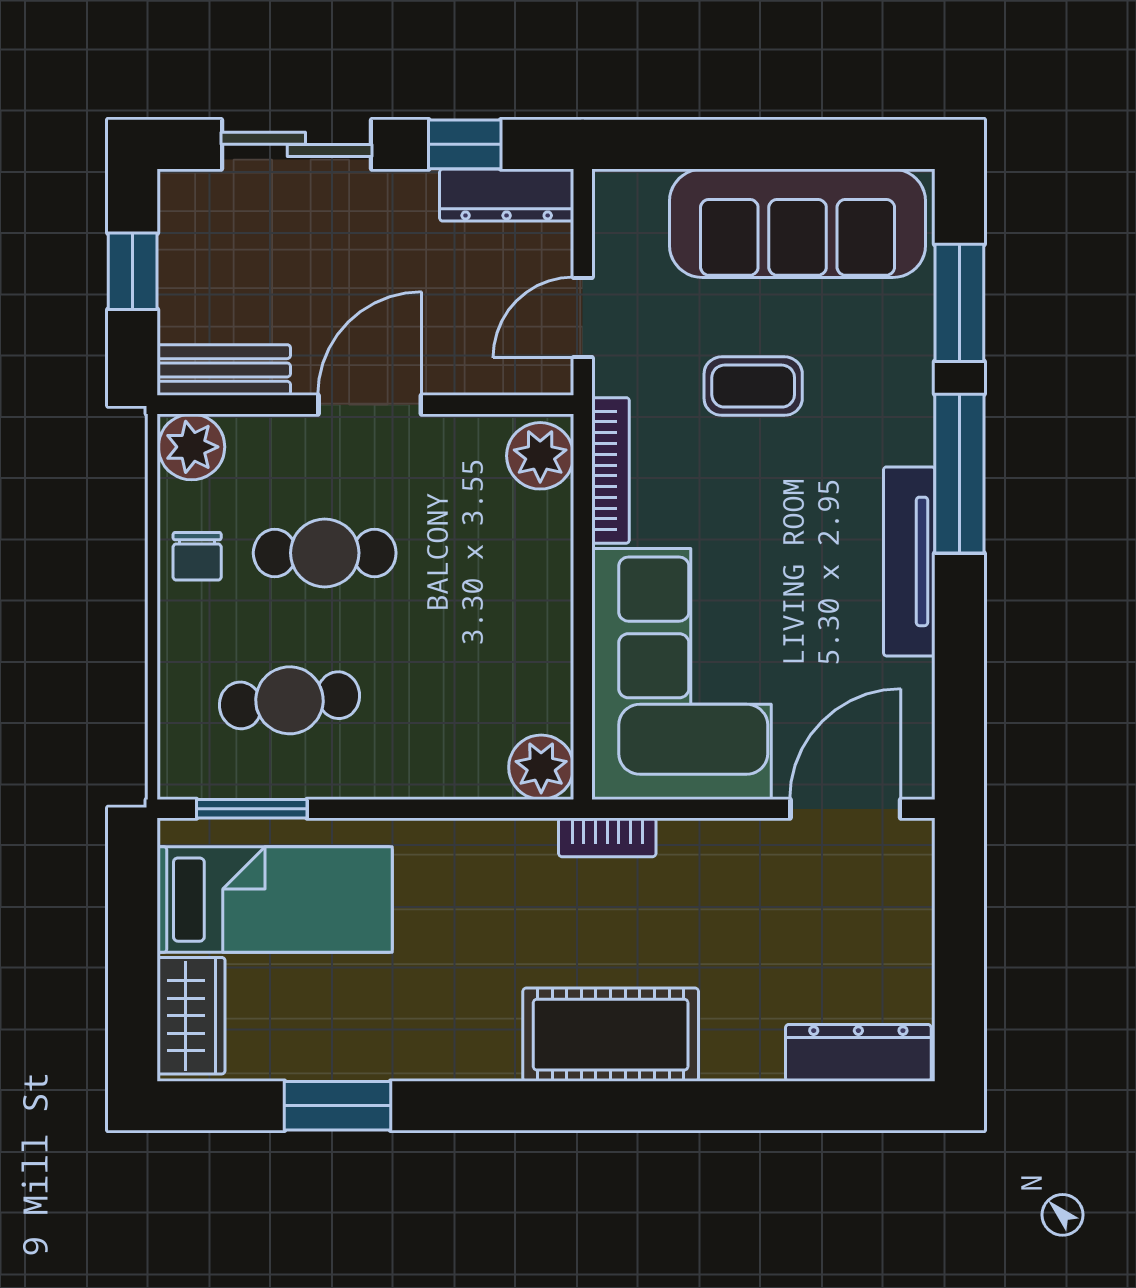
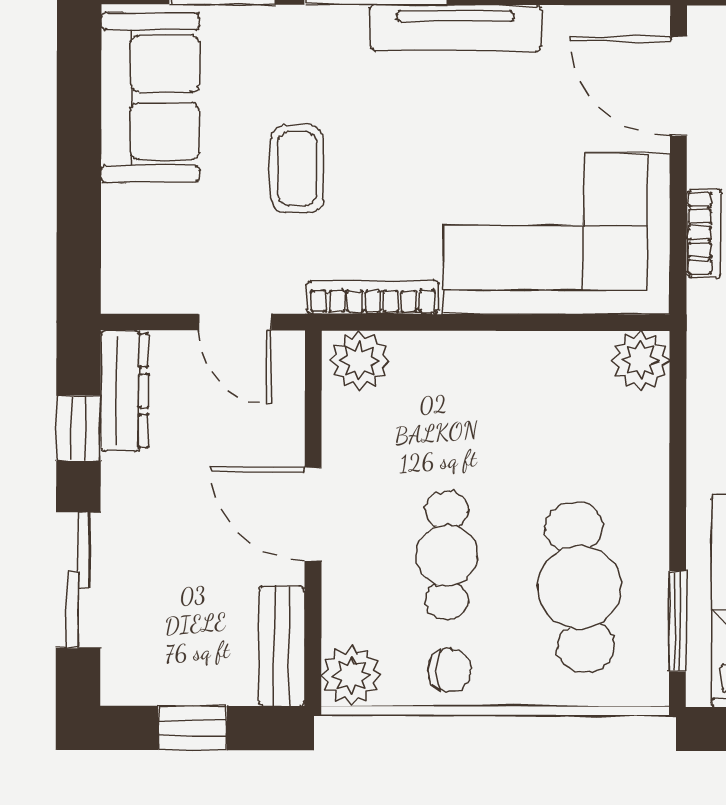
sofa: (798, 223) -> (150, 98), width x0.73
cafe table: (289, 700) -> (580, 587), width x1.37, depth x1.35
bookcase: (607, 837) -> (704, 233), moved

